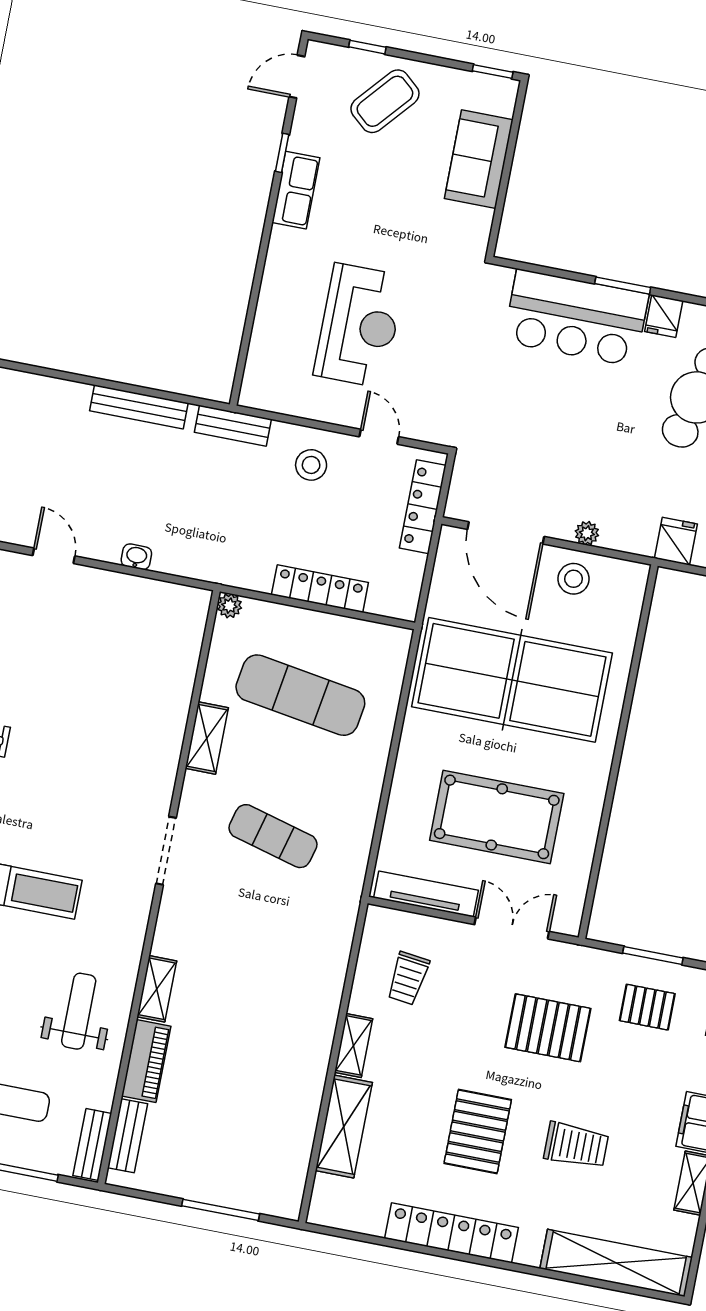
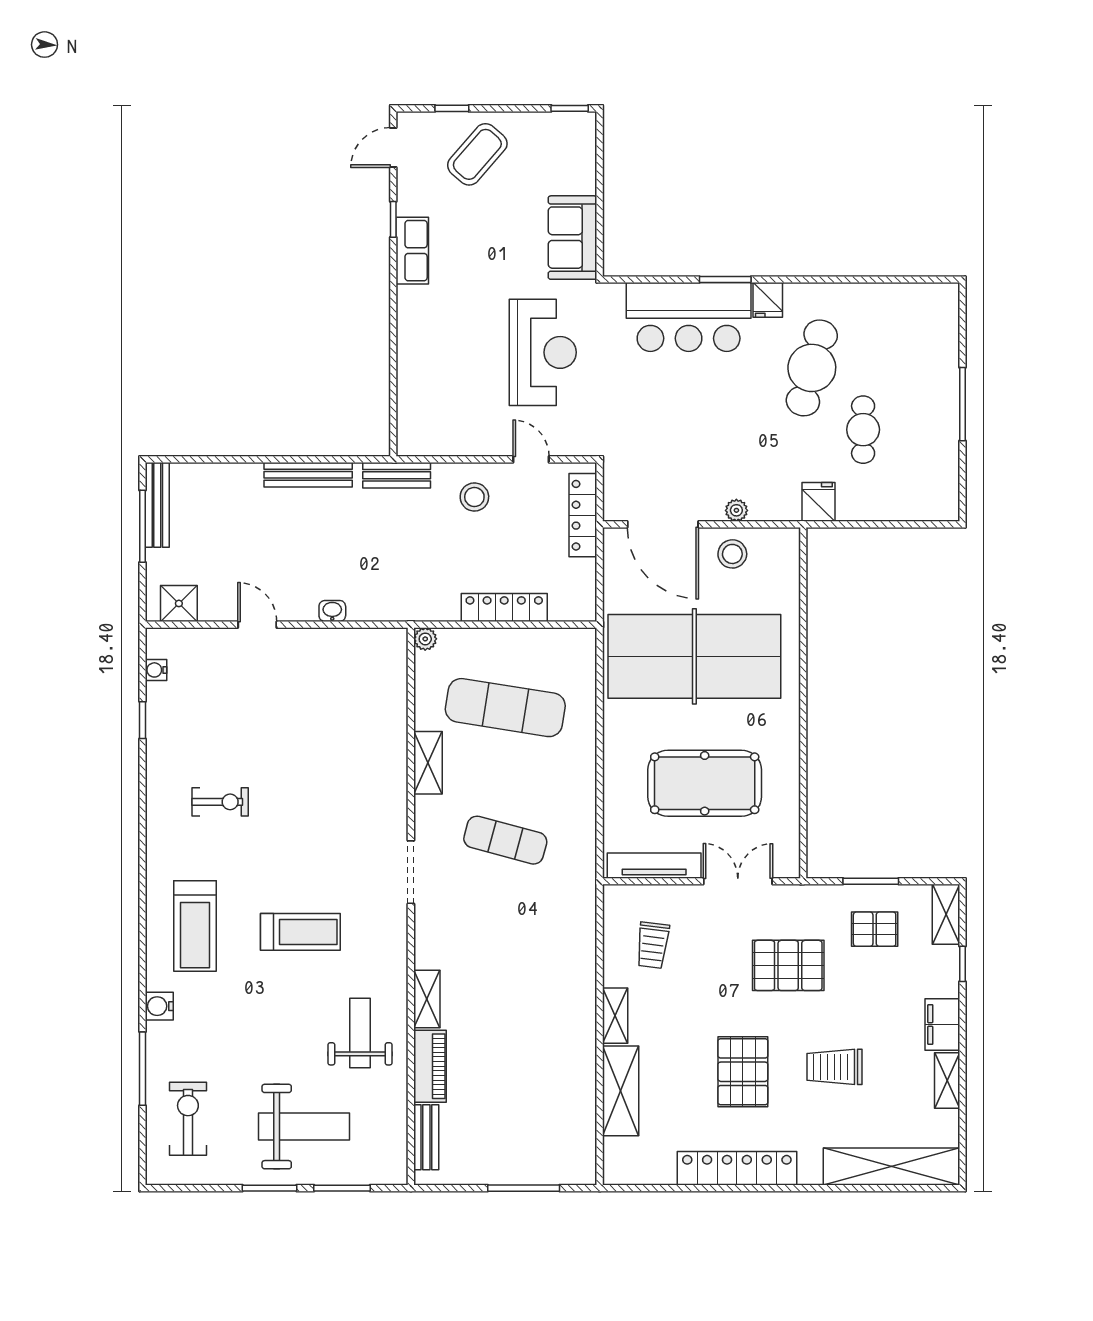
sofa: (479, 159) -> (573, 238), moved
reception desk: (359, 326) -> (543, 352), moved
bench: (92, 1144) -> (396, 1151), removed
trolley: (576, 1145) -> (835, 1067), turned 180

